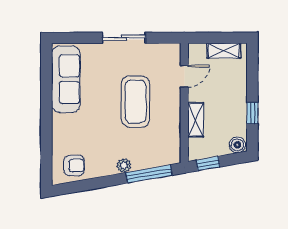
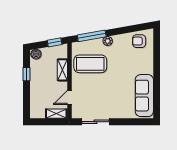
sliding door: (124, 38) -> (96, 122), moved
shelving: (224, 51) -> (56, 114), moved
coffee table: (136, 102) -> (90, 64), moved, turned 90

